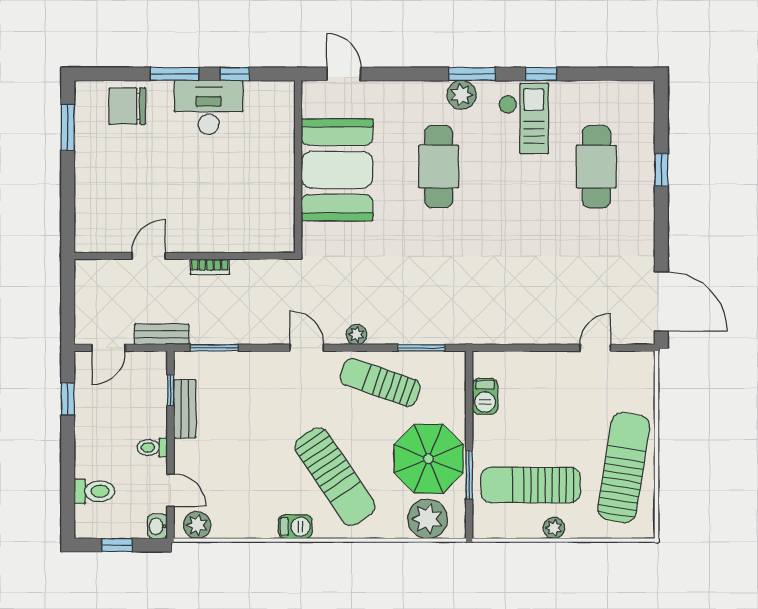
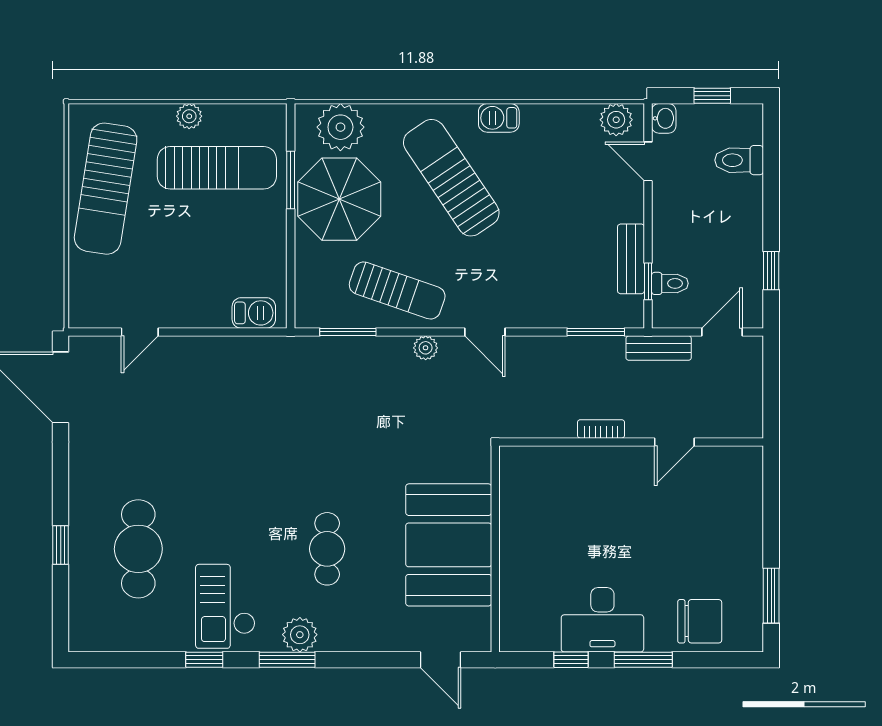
cafe table: (439, 167) -> (327, 549), width x0.73, depth x0.74
barbecue: (485, 396) -> (254, 313), moved, turned 90
toilet: (152, 448) -> (670, 283), moved

